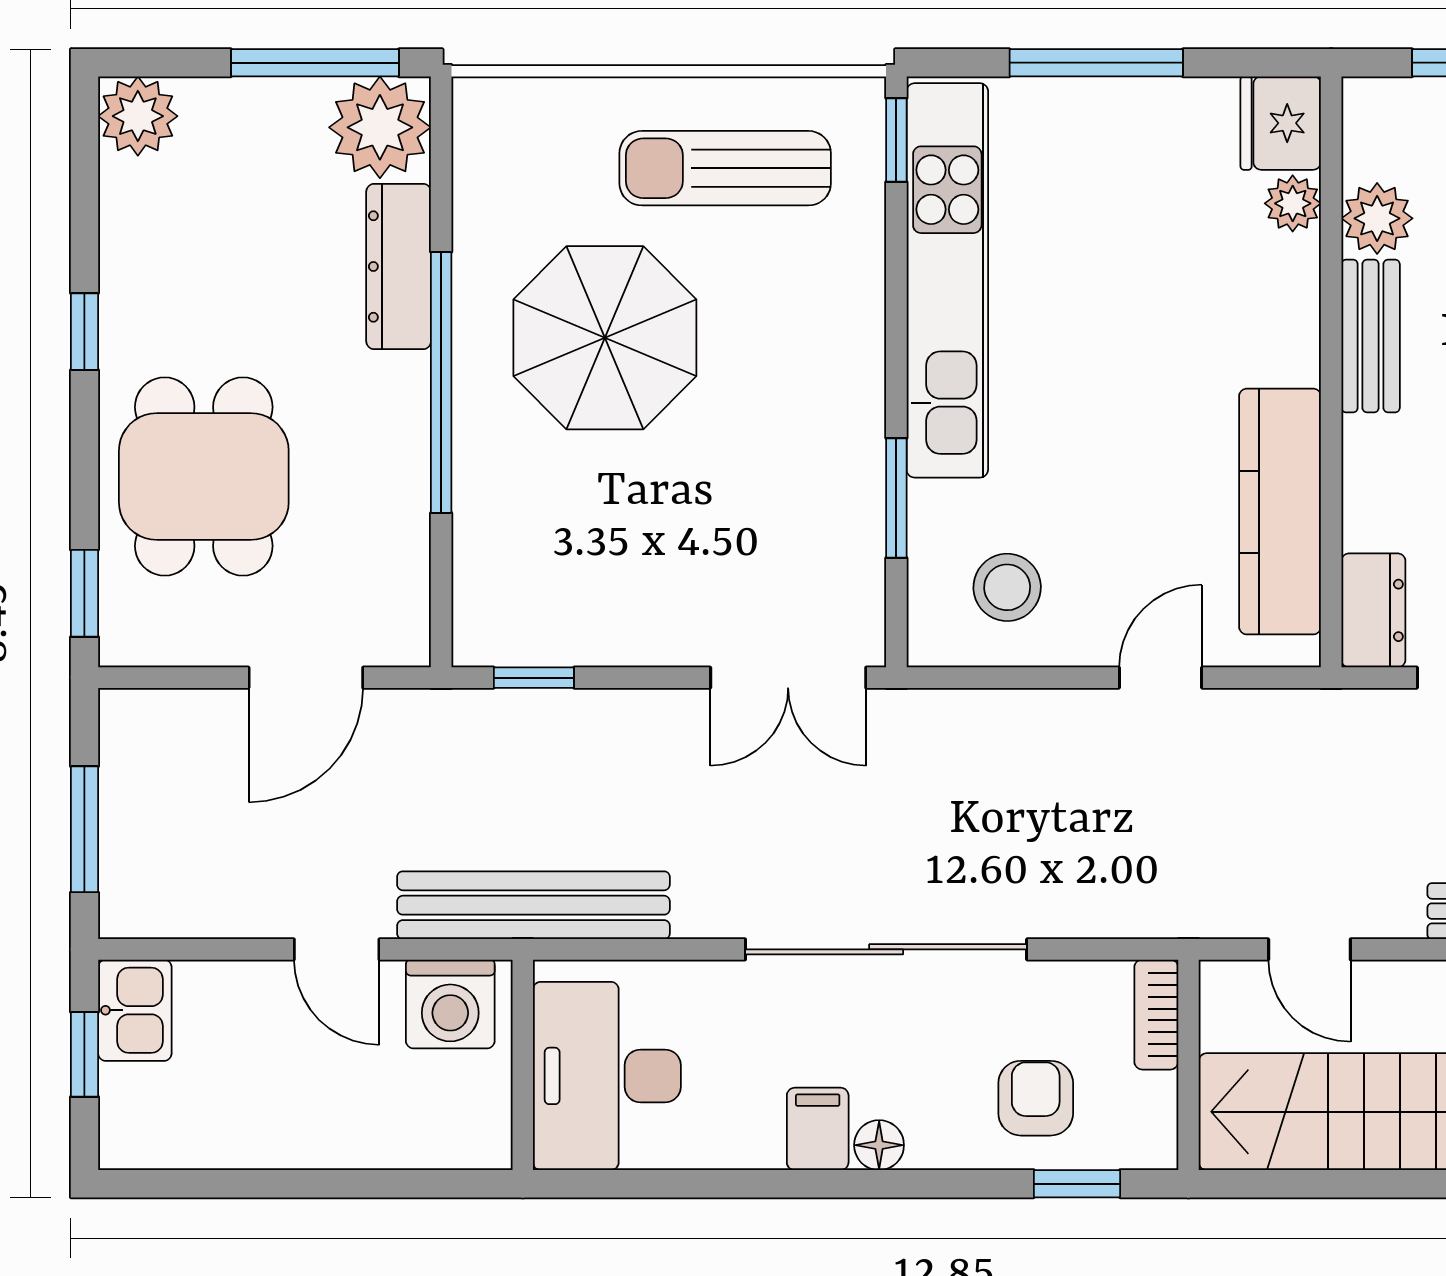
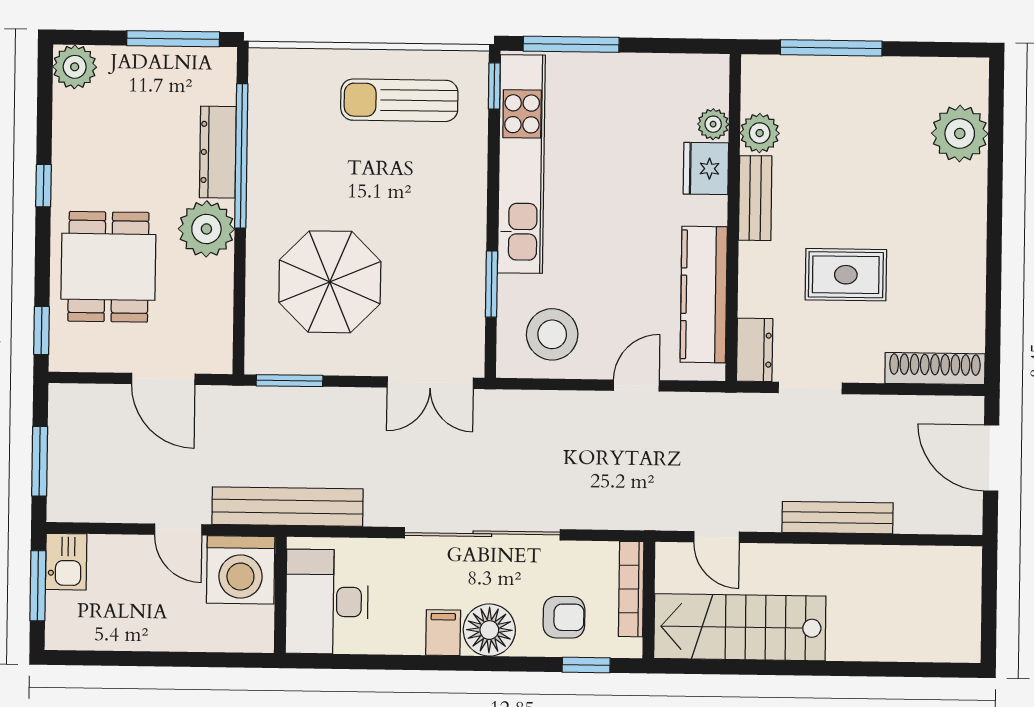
window: (1096, 63) -> (571, 44), moved
fridge: (1281, 123) -> (706, 169), moved
plant: (380, 127) -> (206, 229), moved
parasol: (605, 338) -> (330, 282), moved
window: (441, 382) -> (241, 156), moved
stool: (1007, 587) -> (552, 334), width x1.38, depth x1.38
door: (306, 678) -> (163, 379), hinge flipped
window: (534, 678) -> (290, 381), width x1.50
washing machine: (450, 1004) -> (241, 570), width x1.37, depth x1.37
bookcase: (1156, 1015) -> (631, 589), width x1.56
window: (84, 1054) -> (38, 586), width x1.50
armchair: (1036, 1098) -> (564, 617), turned 90
floor lamp: (879, 1145) -> (489, 630), width x1.89, depth x1.89

